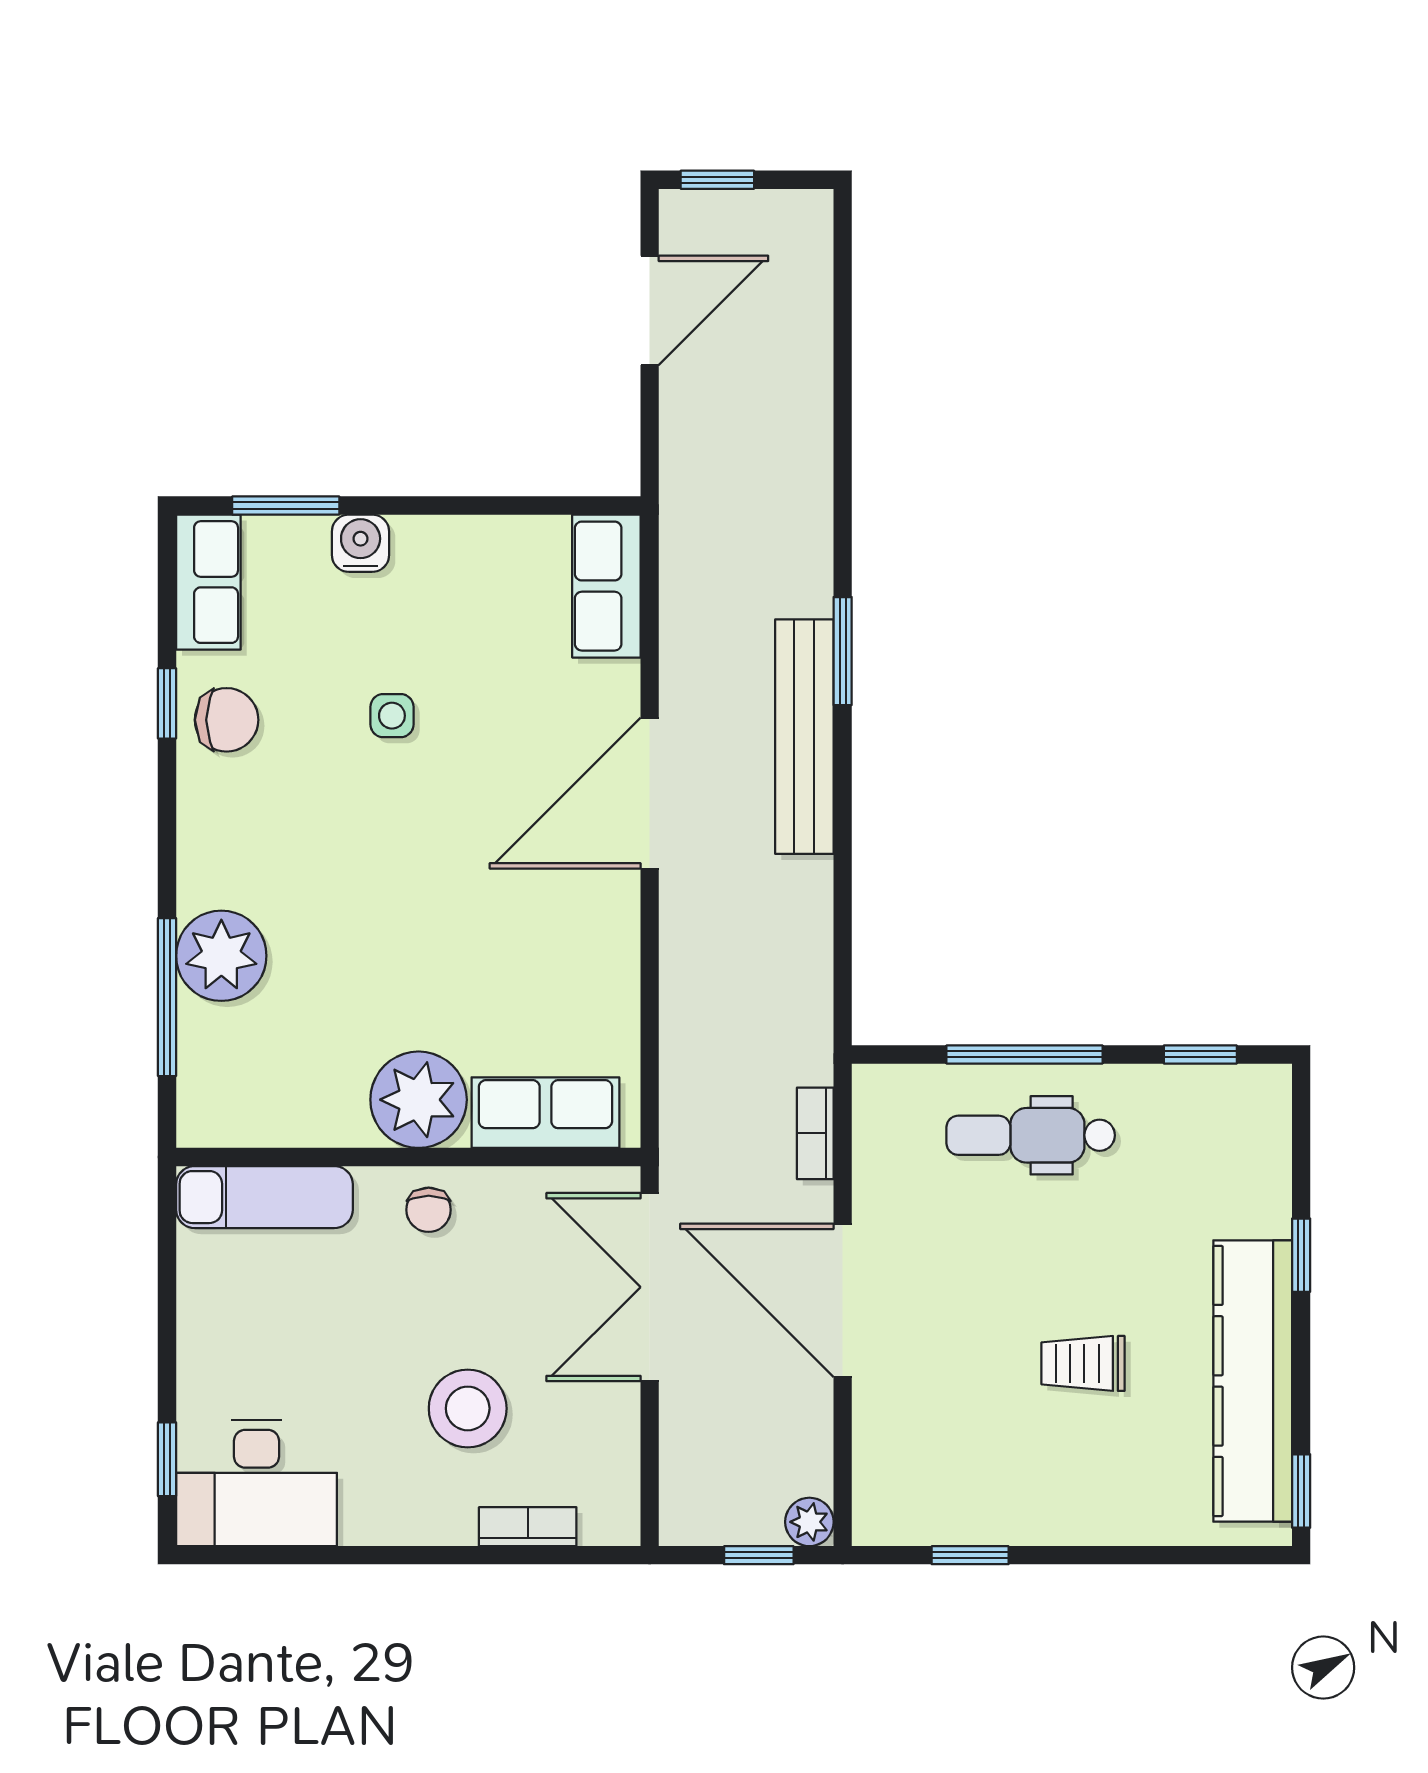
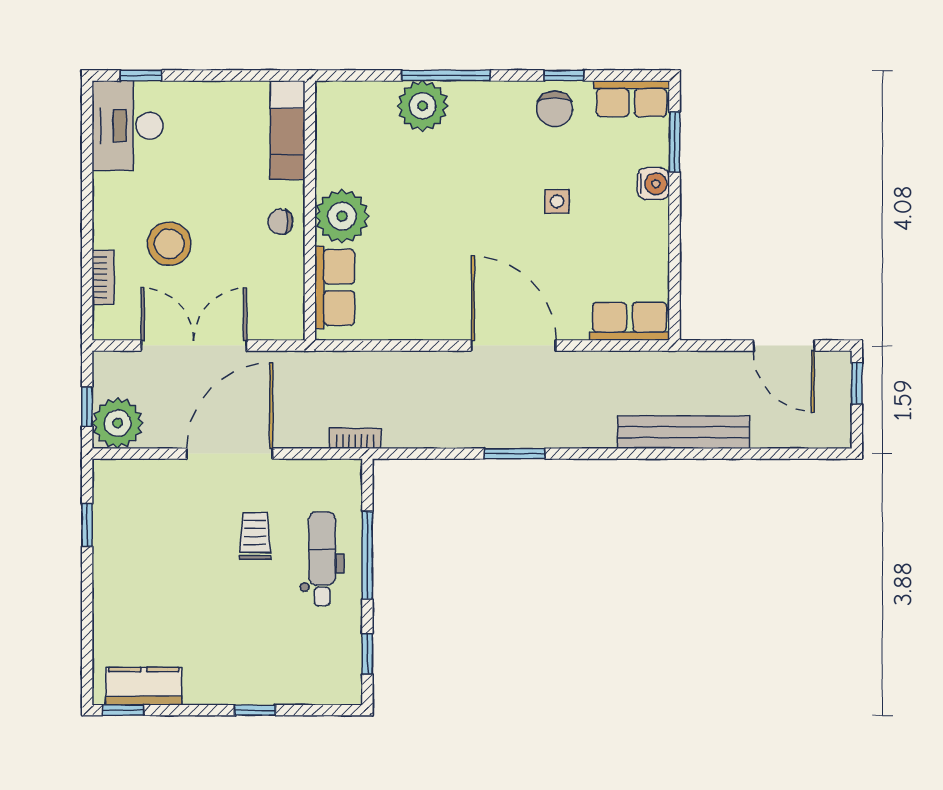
window: (843, 651) -> (515, 454), moved
bench: (804, 737) -> (683, 432), moved
window: (167, 997) -> (446, 75), moved
bookcase: (815, 1133) -> (355, 438), moved
double door: (650, 1287) -> (194, 346), moved
trolley: (1083, 1363) -> (255, 536), moved
kitchen counter: (1253, 1381) -> (144, 686), width x0.48, depth x0.86
plant: (809, 1522) -> (118, 423), width x1.88, depth x1.88

